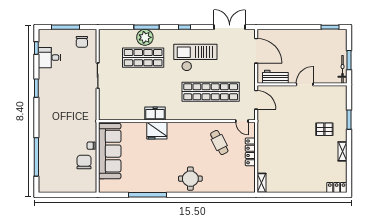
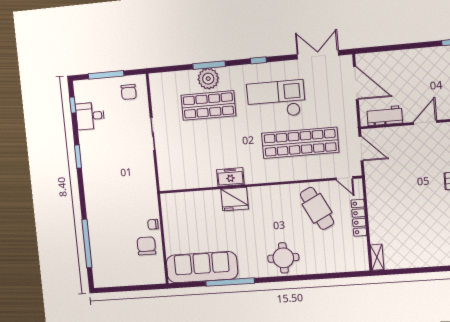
cafe table: (219, 142) -> (317, 208), width x1.37, depth x1.35
sofa: (110, 151) -> (202, 267), moved, turned -90

